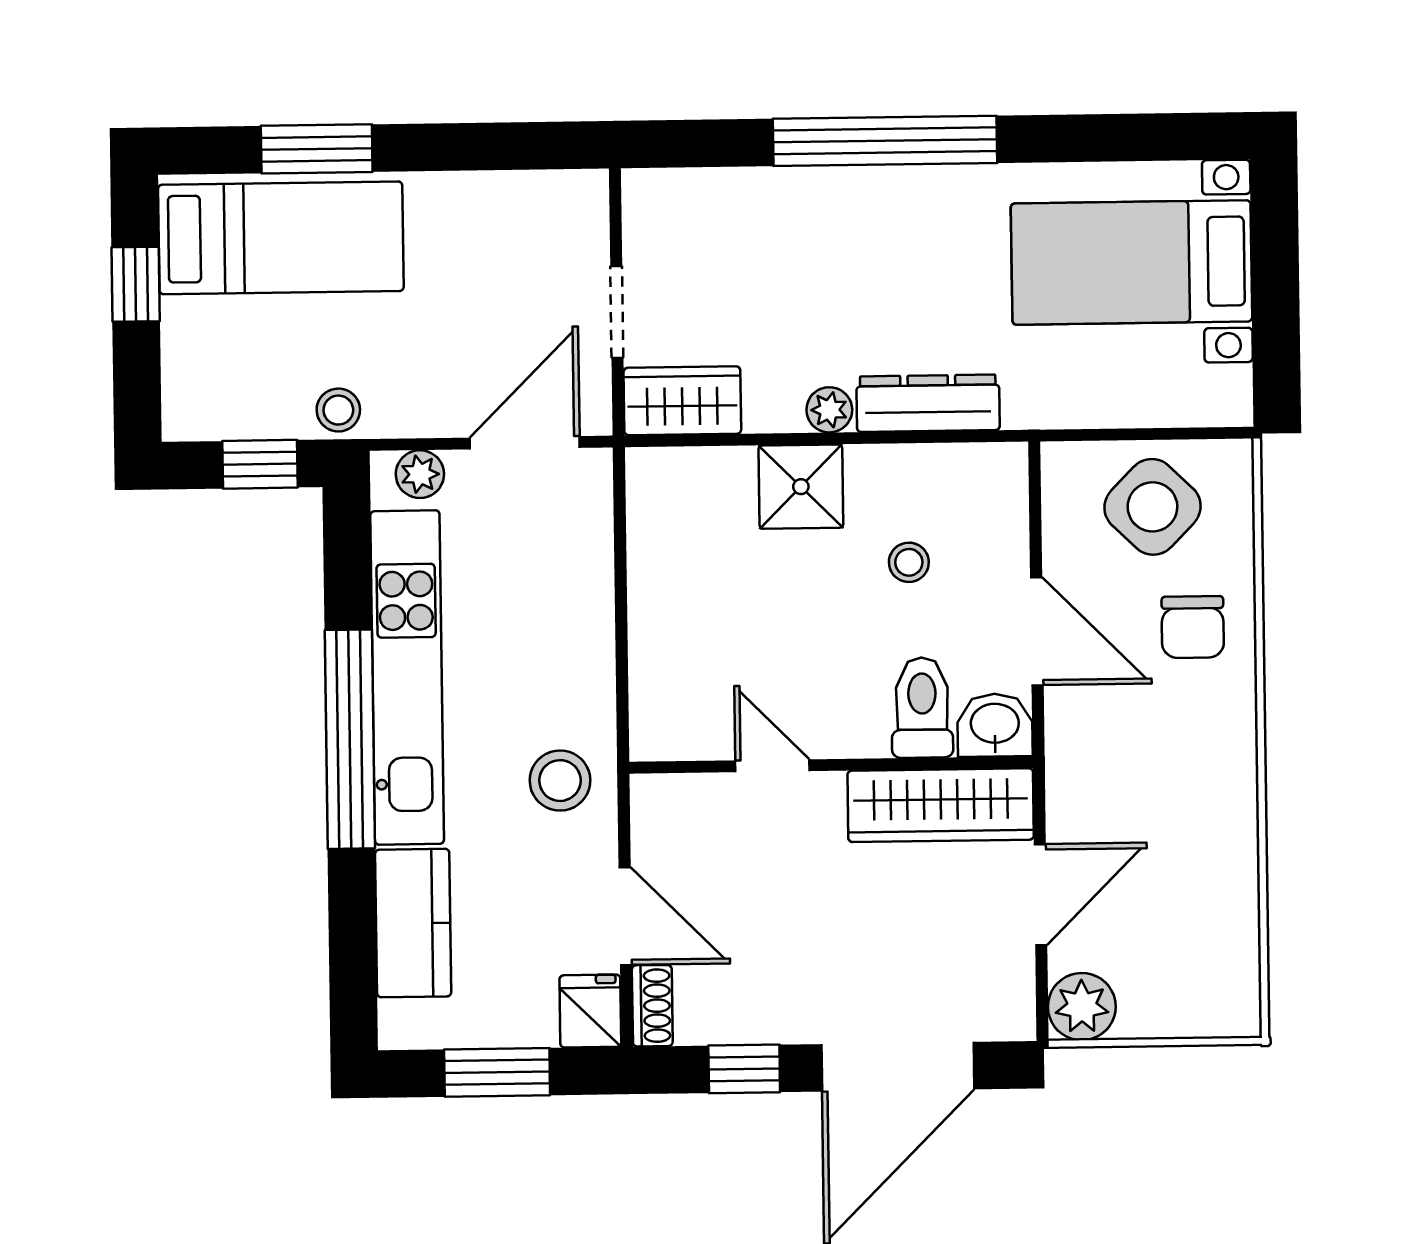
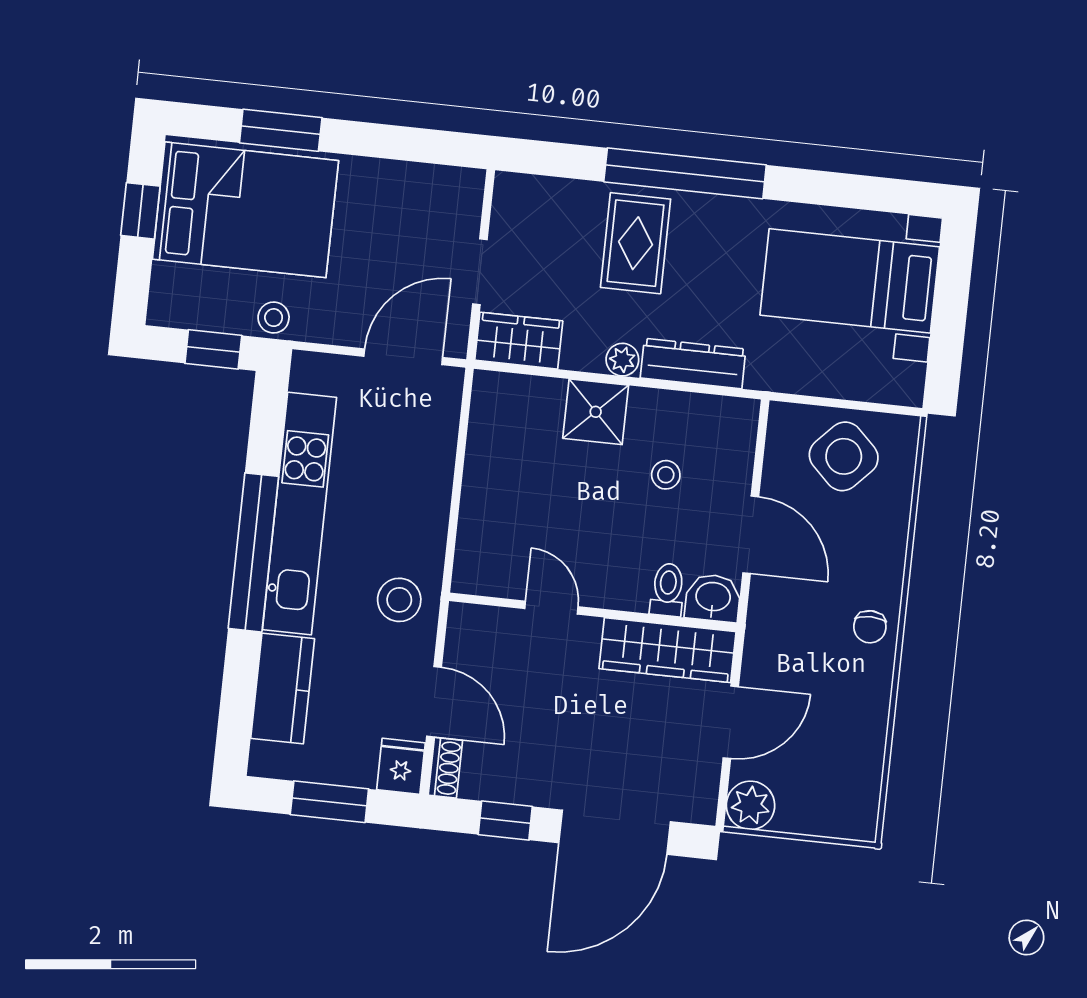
bed: (281, 238) -> (245, 210), width x1.50
rug: (828, 246) -> (636, 243), added
plant: (420, 474) -> (326, 370), removed
chair: (1193, 627) -> (870, 627), moved, width x0.73, depth x0.73
toilet: (922, 708) -> (668, 590), width x0.73, depth x0.72

